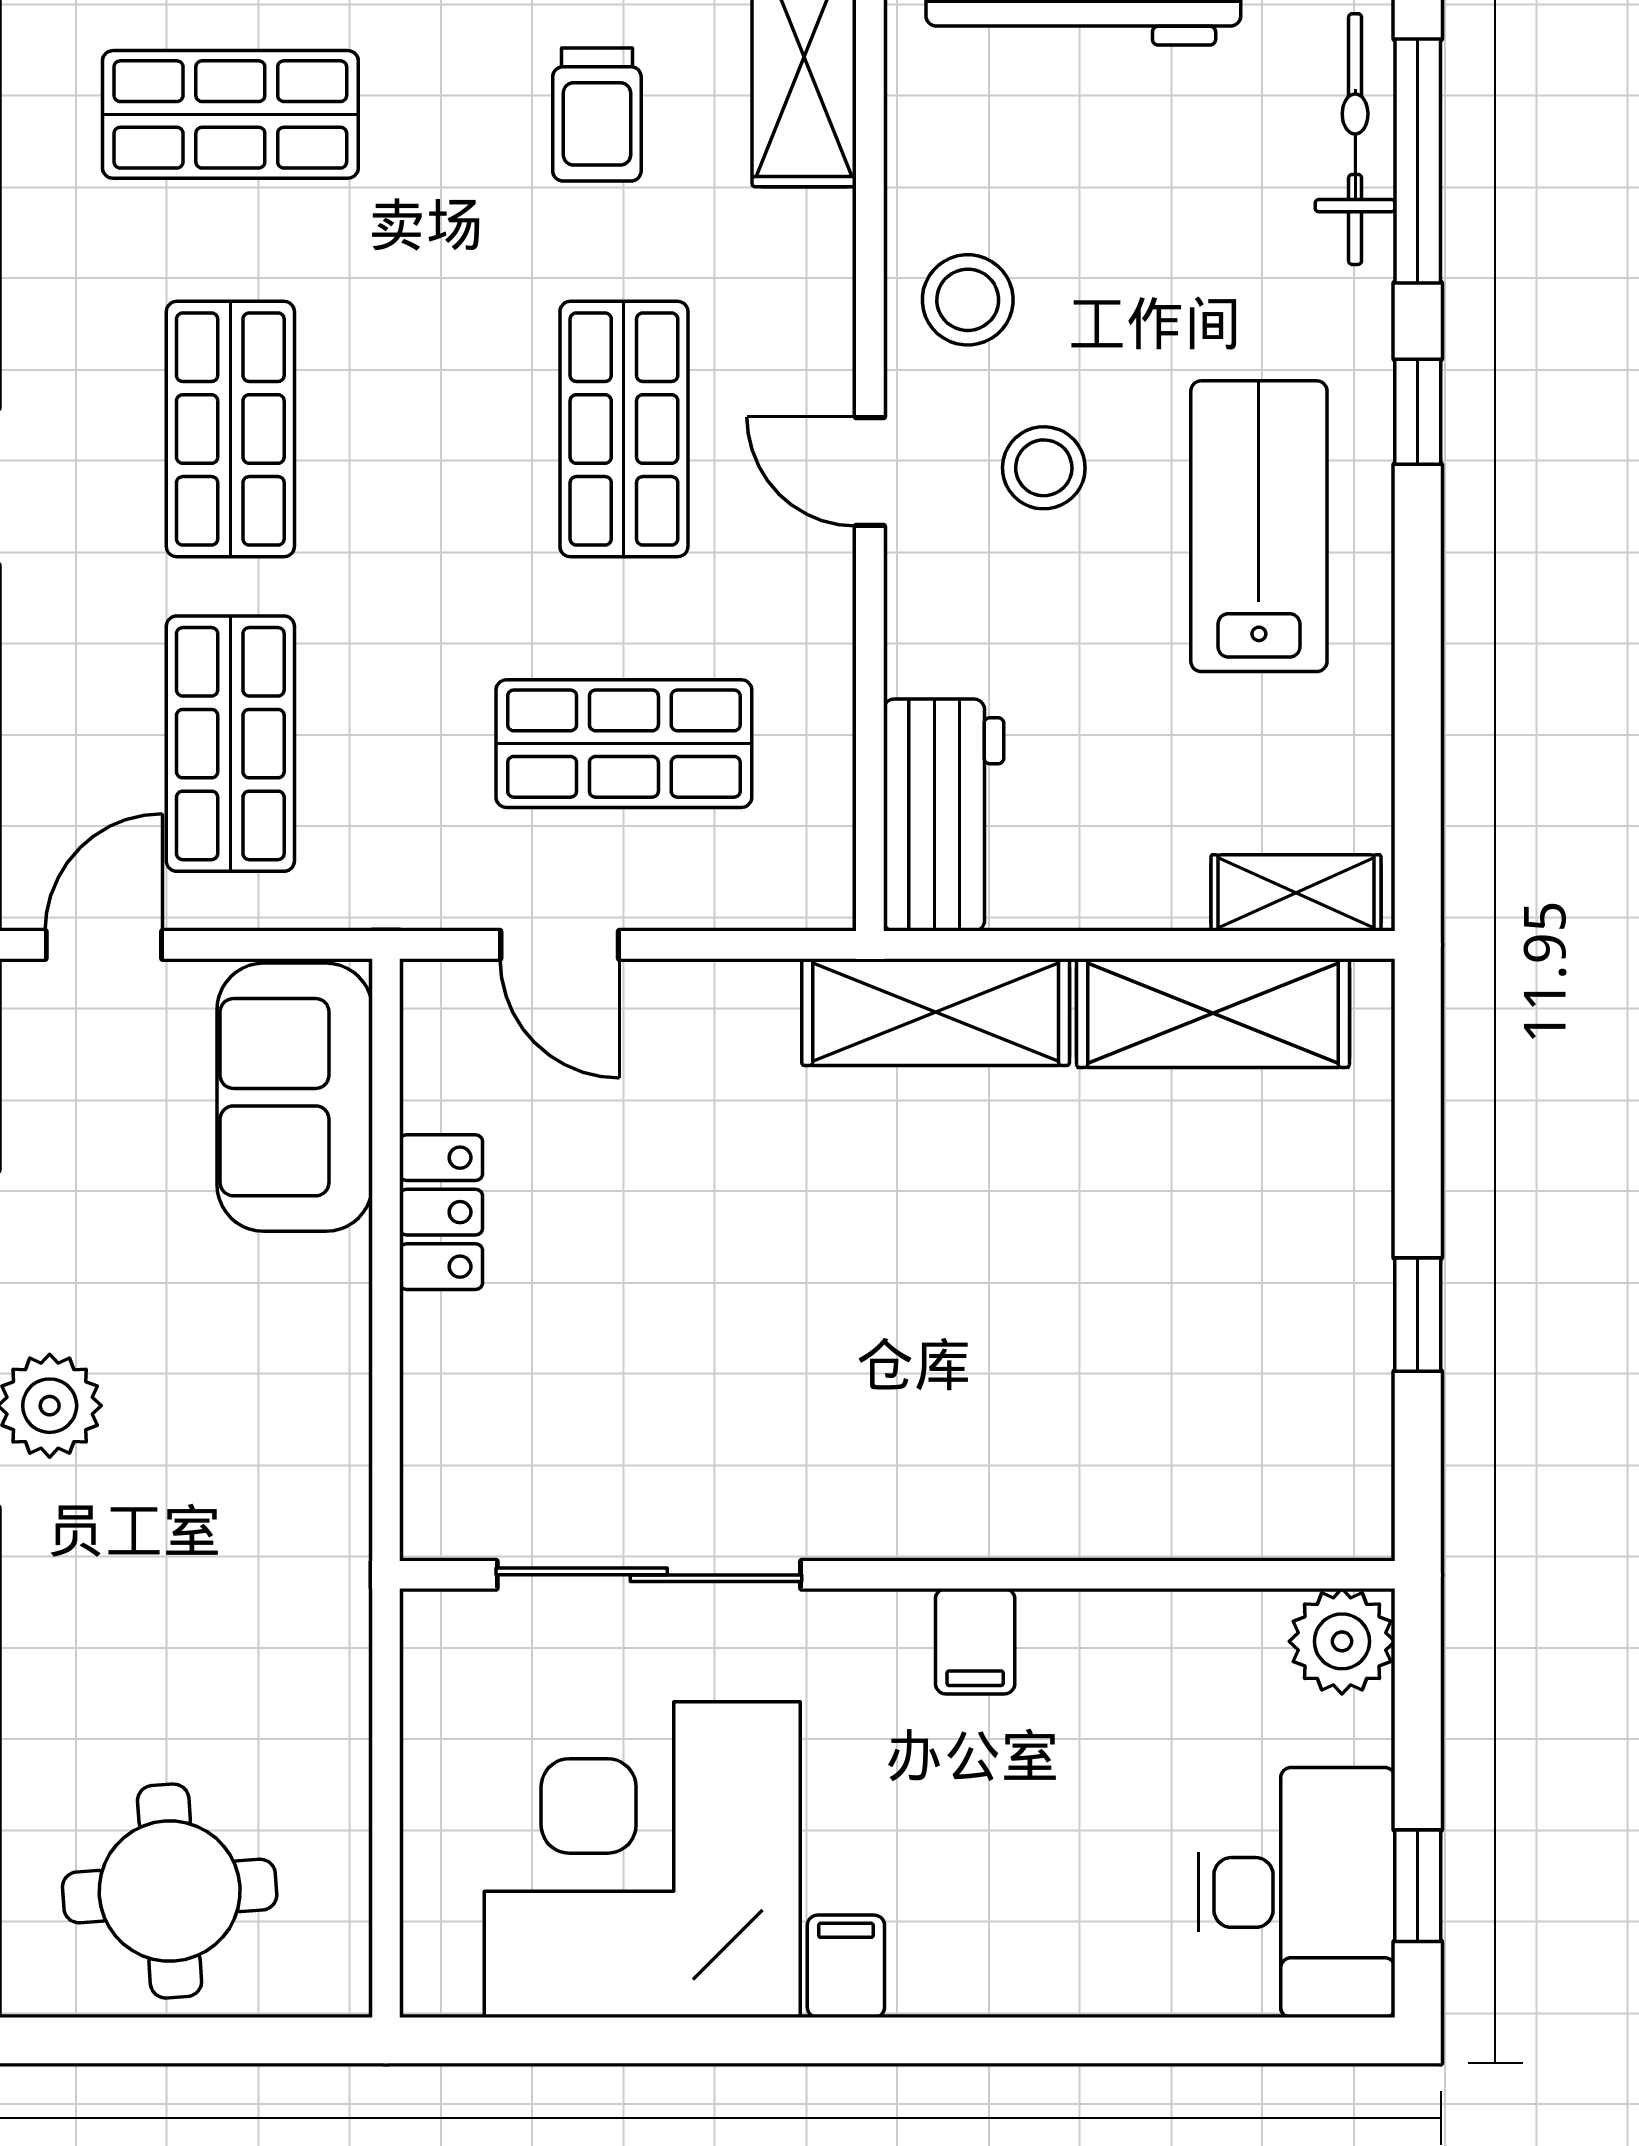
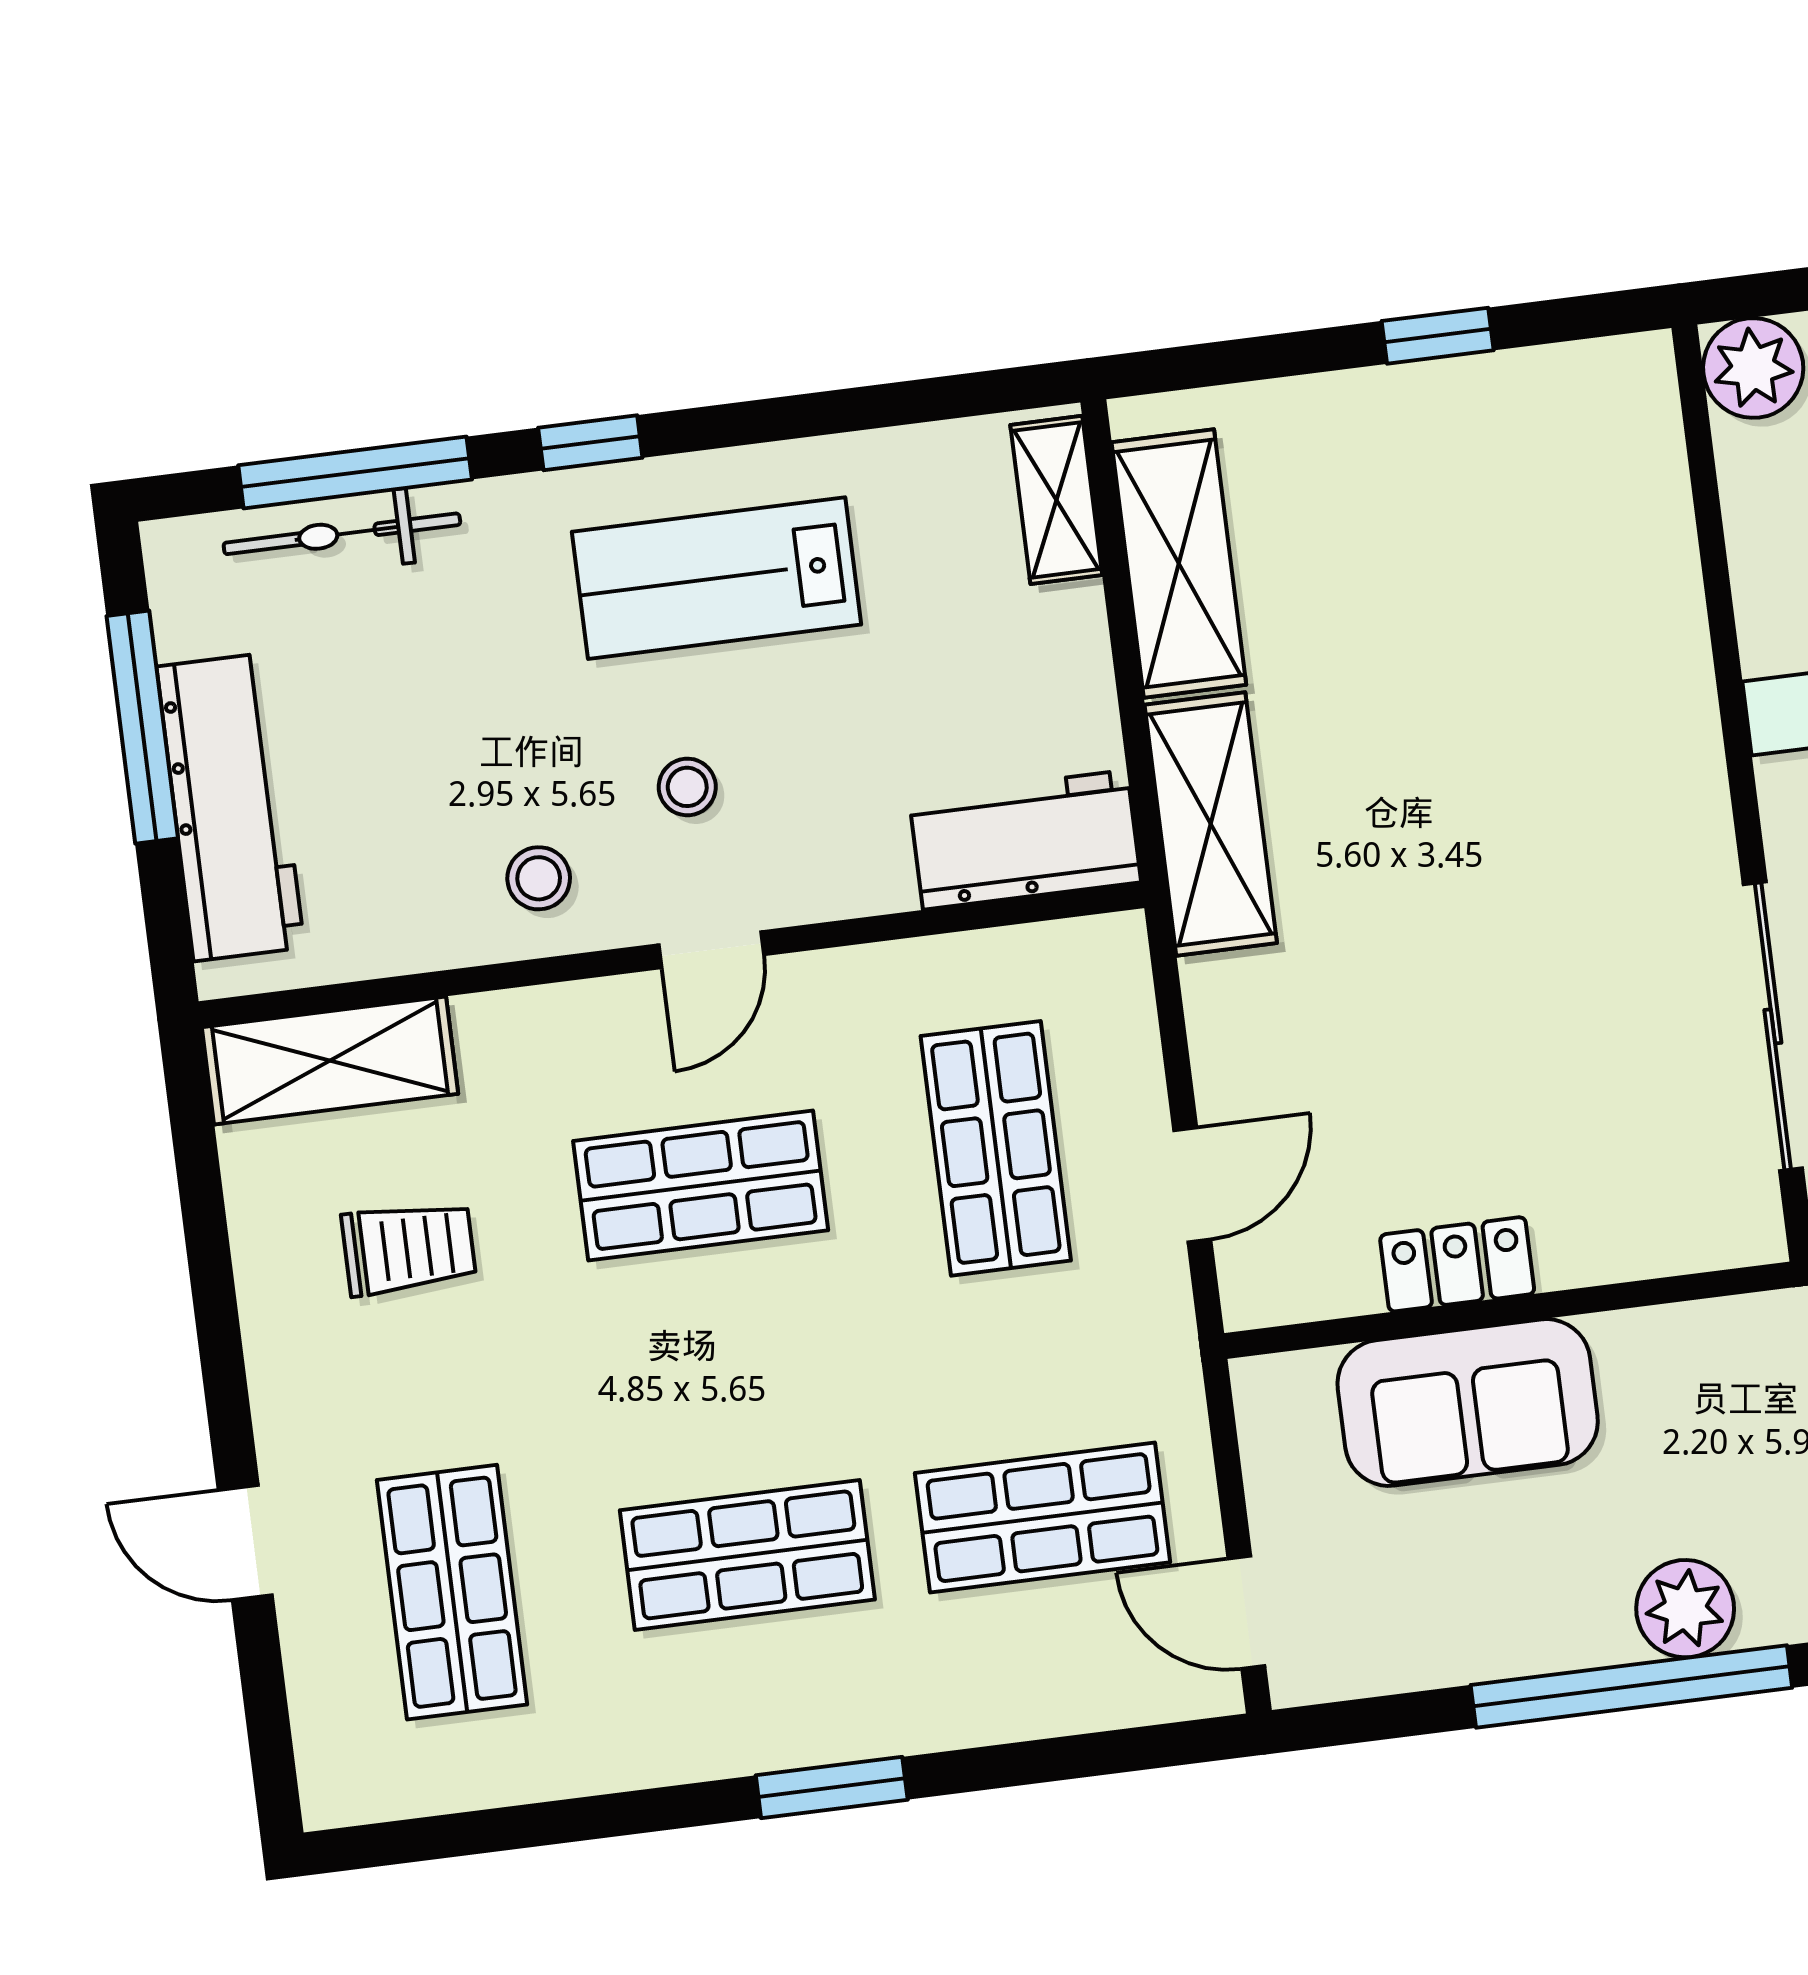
stool: (968, 300) -> (539, 878), width x0.73, depth x0.73
stool: (1044, 468) -> (687, 787), width x0.73, depth x0.73
sofa: (295, 1097) -> (1468, 1403), moved

